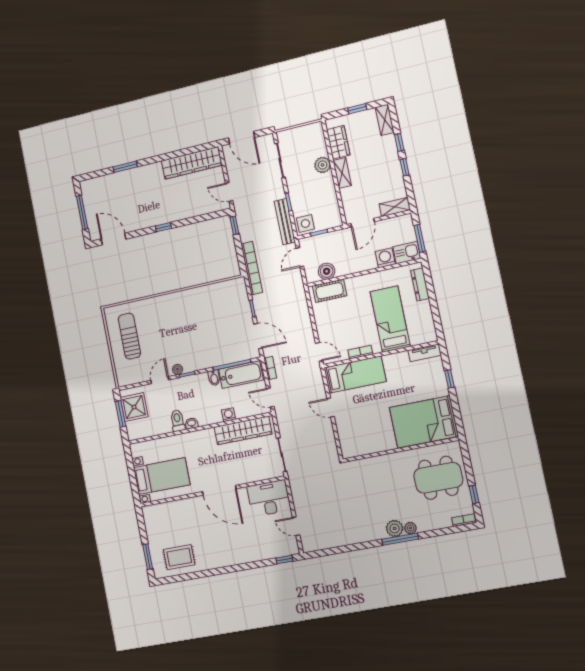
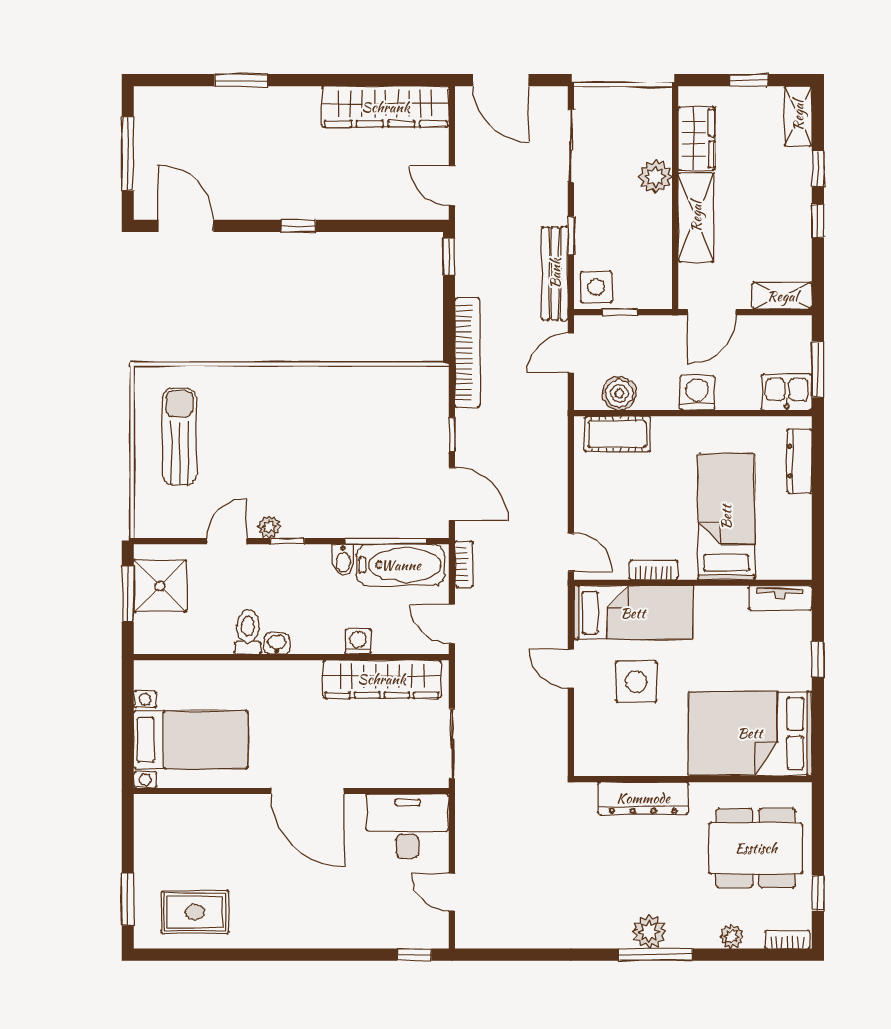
shelving: (342, 173) -> (696, 217), width x1.50, depth x1.33
washing machine: (385, 258) -> (697, 393), moved
side table: (363, 408) -> (636, 681), added
dresser: (378, 464) -> (643, 798), added
plant: (410, 528) -> (732, 937), moved

